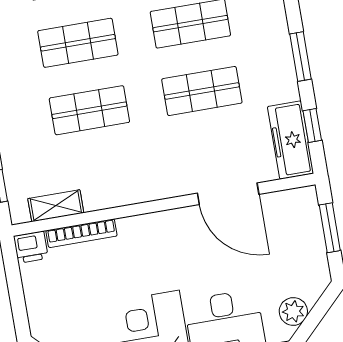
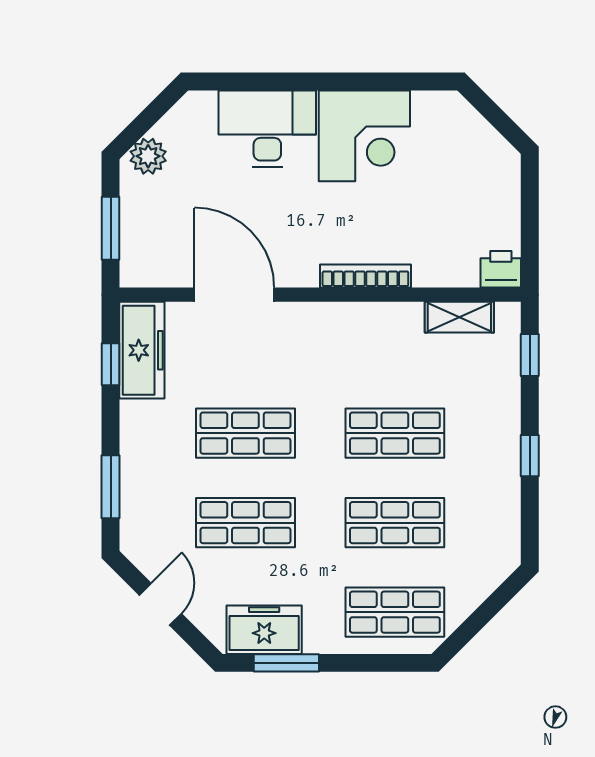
window: (301, 57) -> (111, 487), moved
bookcase: (81, 233) -> (365, 276), moved
plant: (293, 311) -> (148, 156), moved

